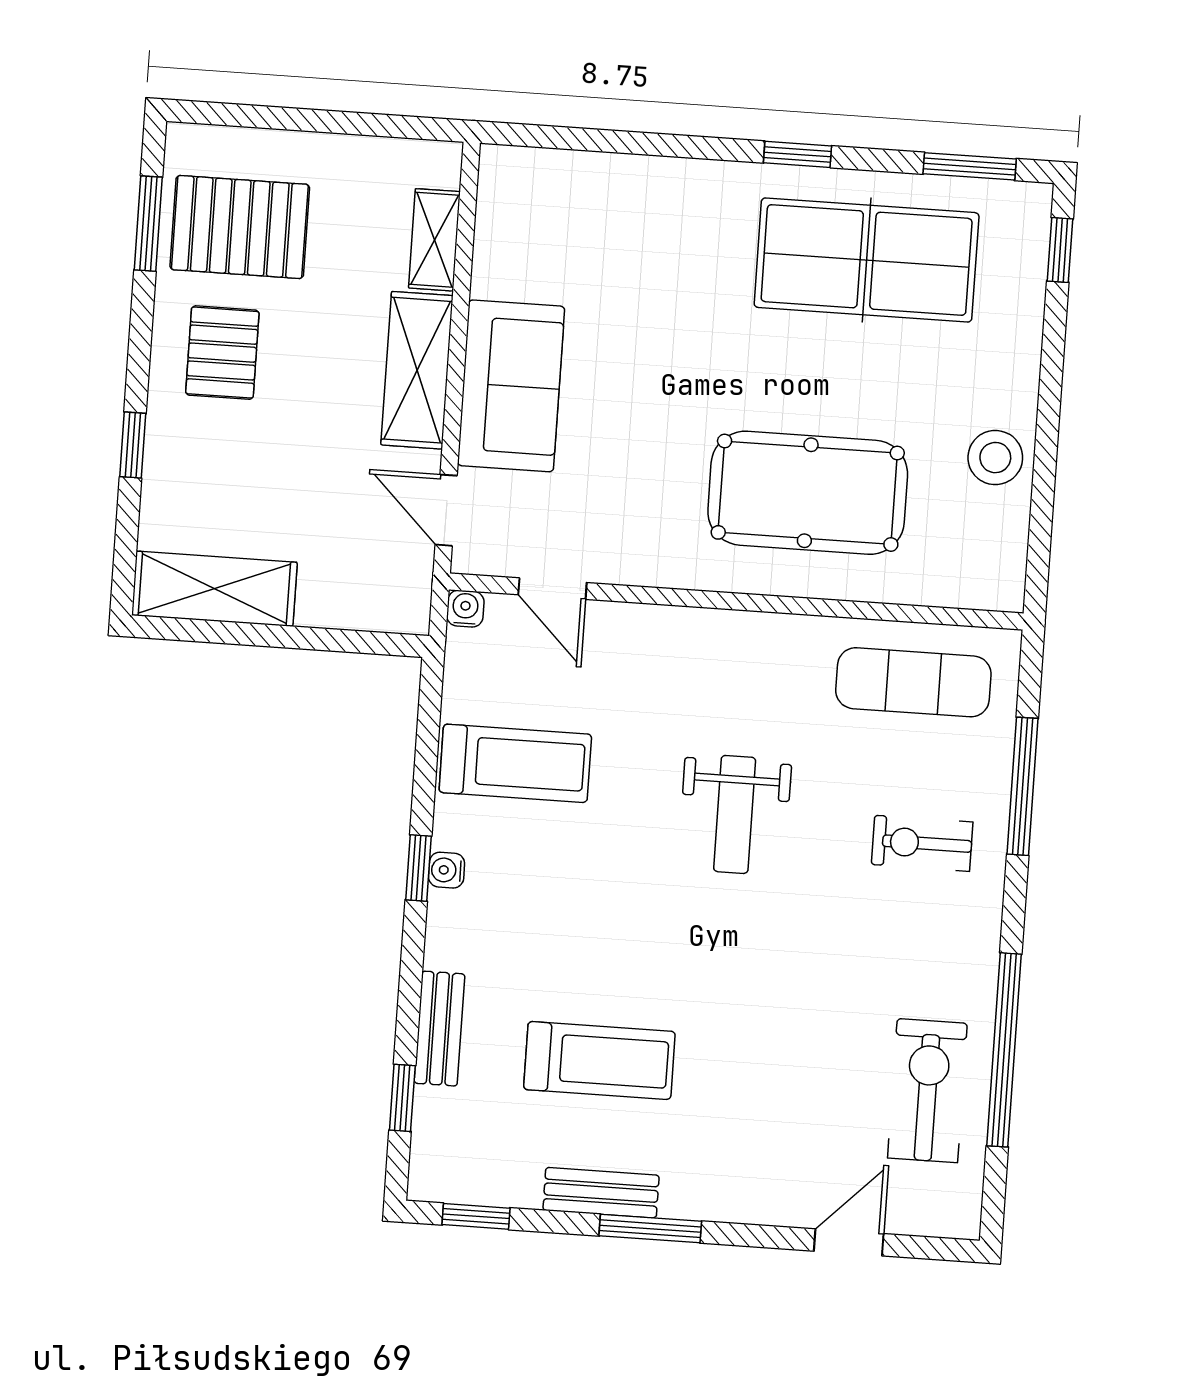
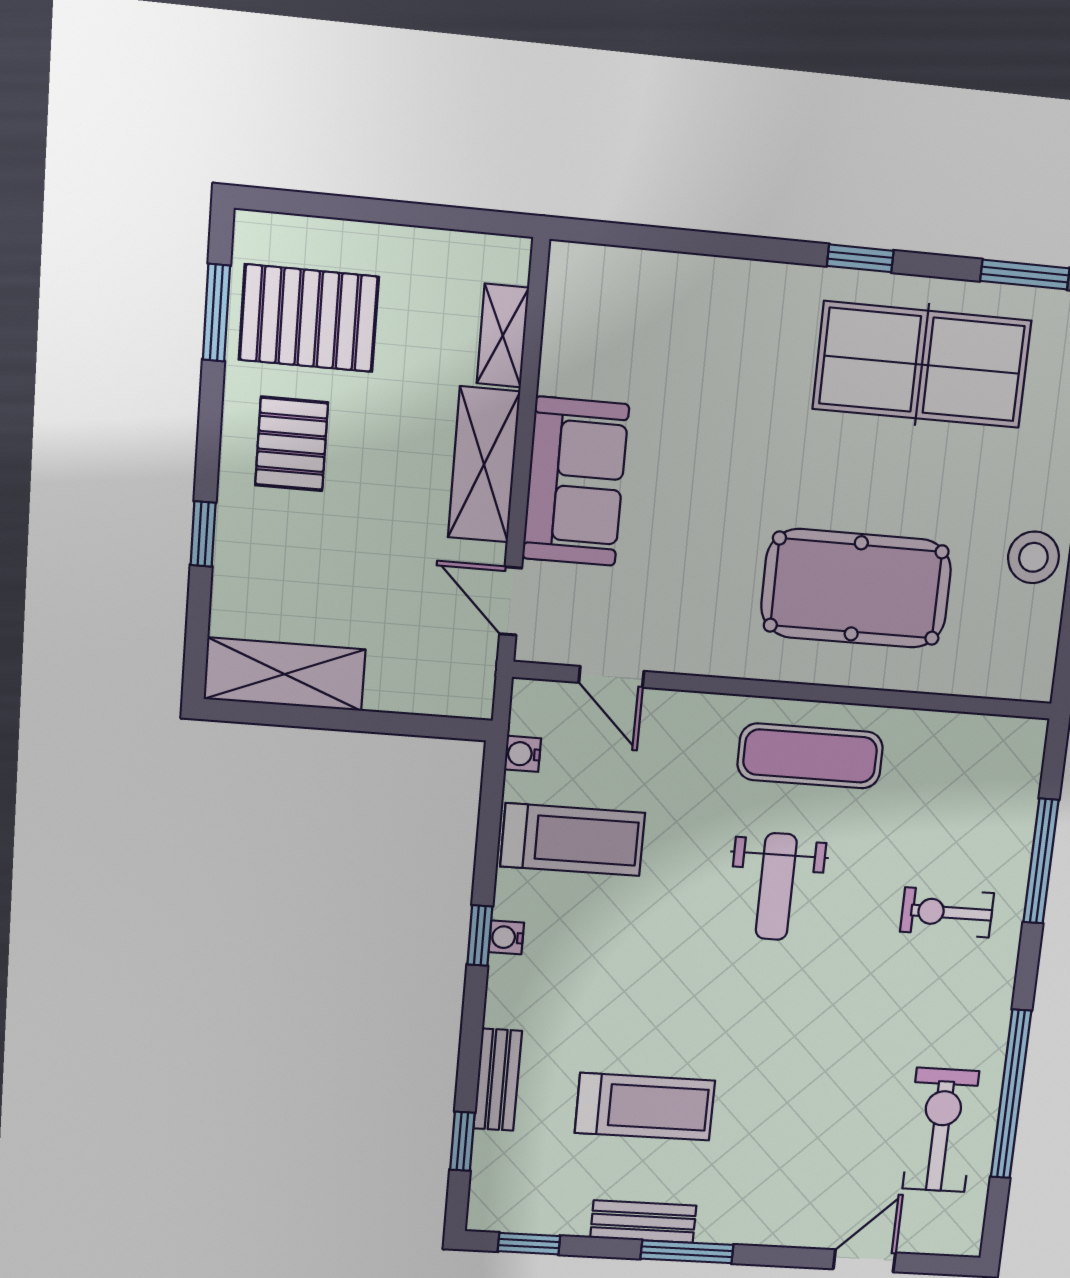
water cooler: (465, 609) -> (523, 754), moved, turned -90
exercise mat: (913, 682) -> (810, 756), moved

